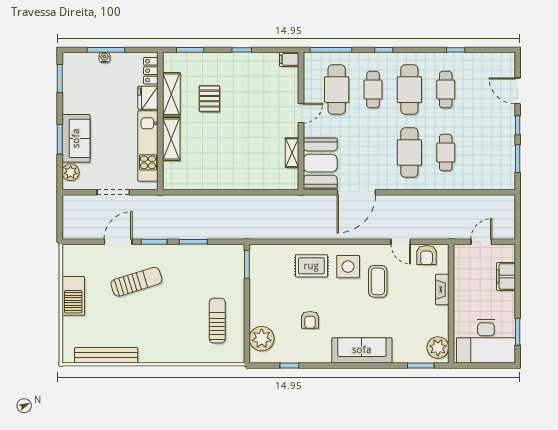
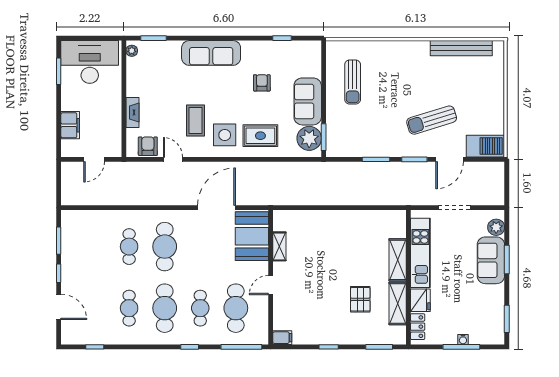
window: (456, 50) -> (95, 347), moved
barbecue: (73, 296) -> (485, 146), moved, turned 90
sofa: (263, 301) -> (308, 101), added
plant: (262, 339) -> (309, 138), moved
plant: (438, 348) -> (132, 51), width x0.53, depth x0.53

